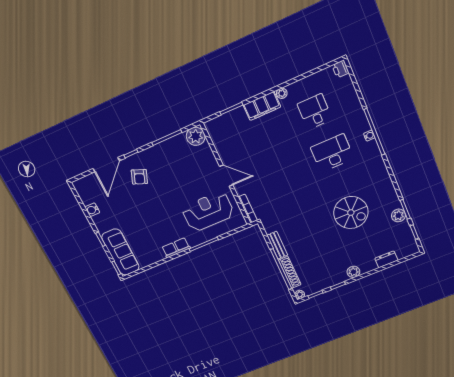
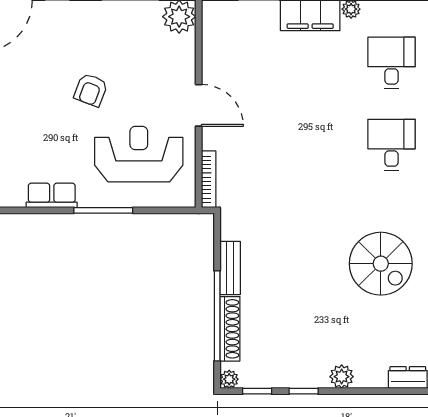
desk: (332, 153) -> (391, 145), width x0.73
armchair: (139, 177) -> (91, 90), moved

